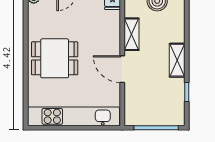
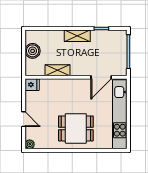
dining table: (55, 58) -> (76, 128), turned 90
door: (122, 69) -> (101, 77), moved

